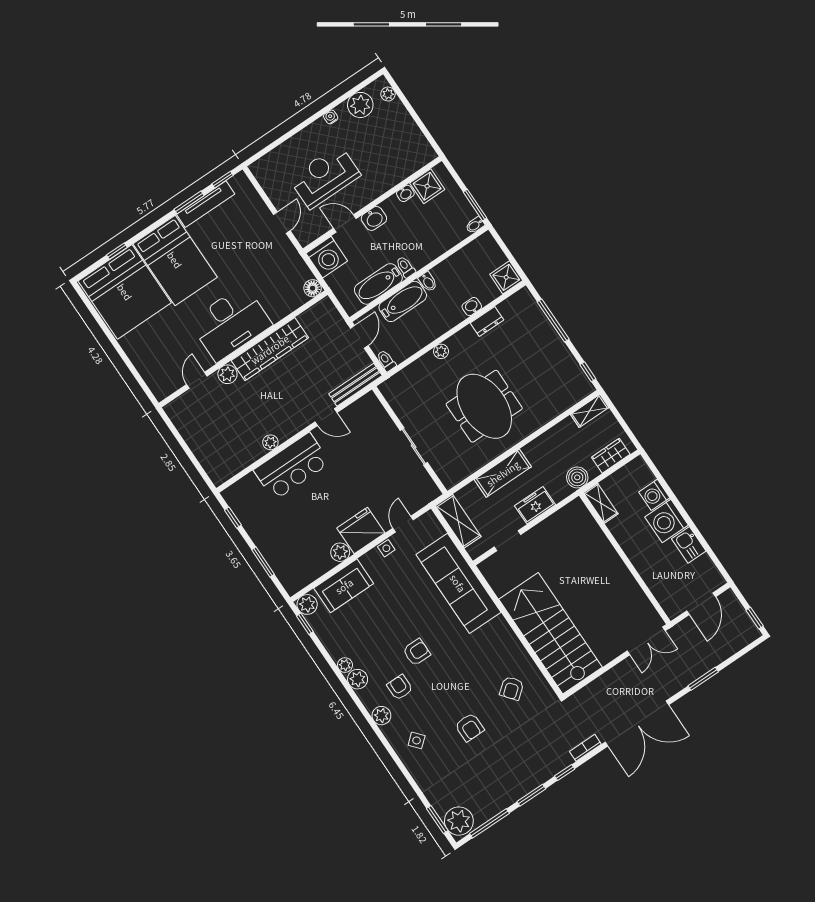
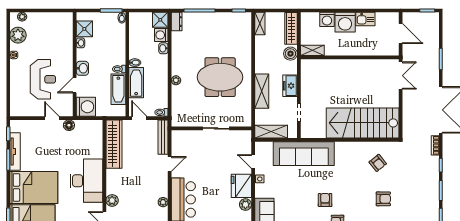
reception desk: (325, 177) -> (43, 79), turned 180
floor lamp: (313, 288) -> (69, 125), moved
washing machine: (487, 292) -> (161, 35), added
dresser: (487, 321) -> (177, 22), moved
wardrobe: (270, 349) -> (114, 144), moved
wardrobe: (611, 456) -> (291, 28), width x1.50

